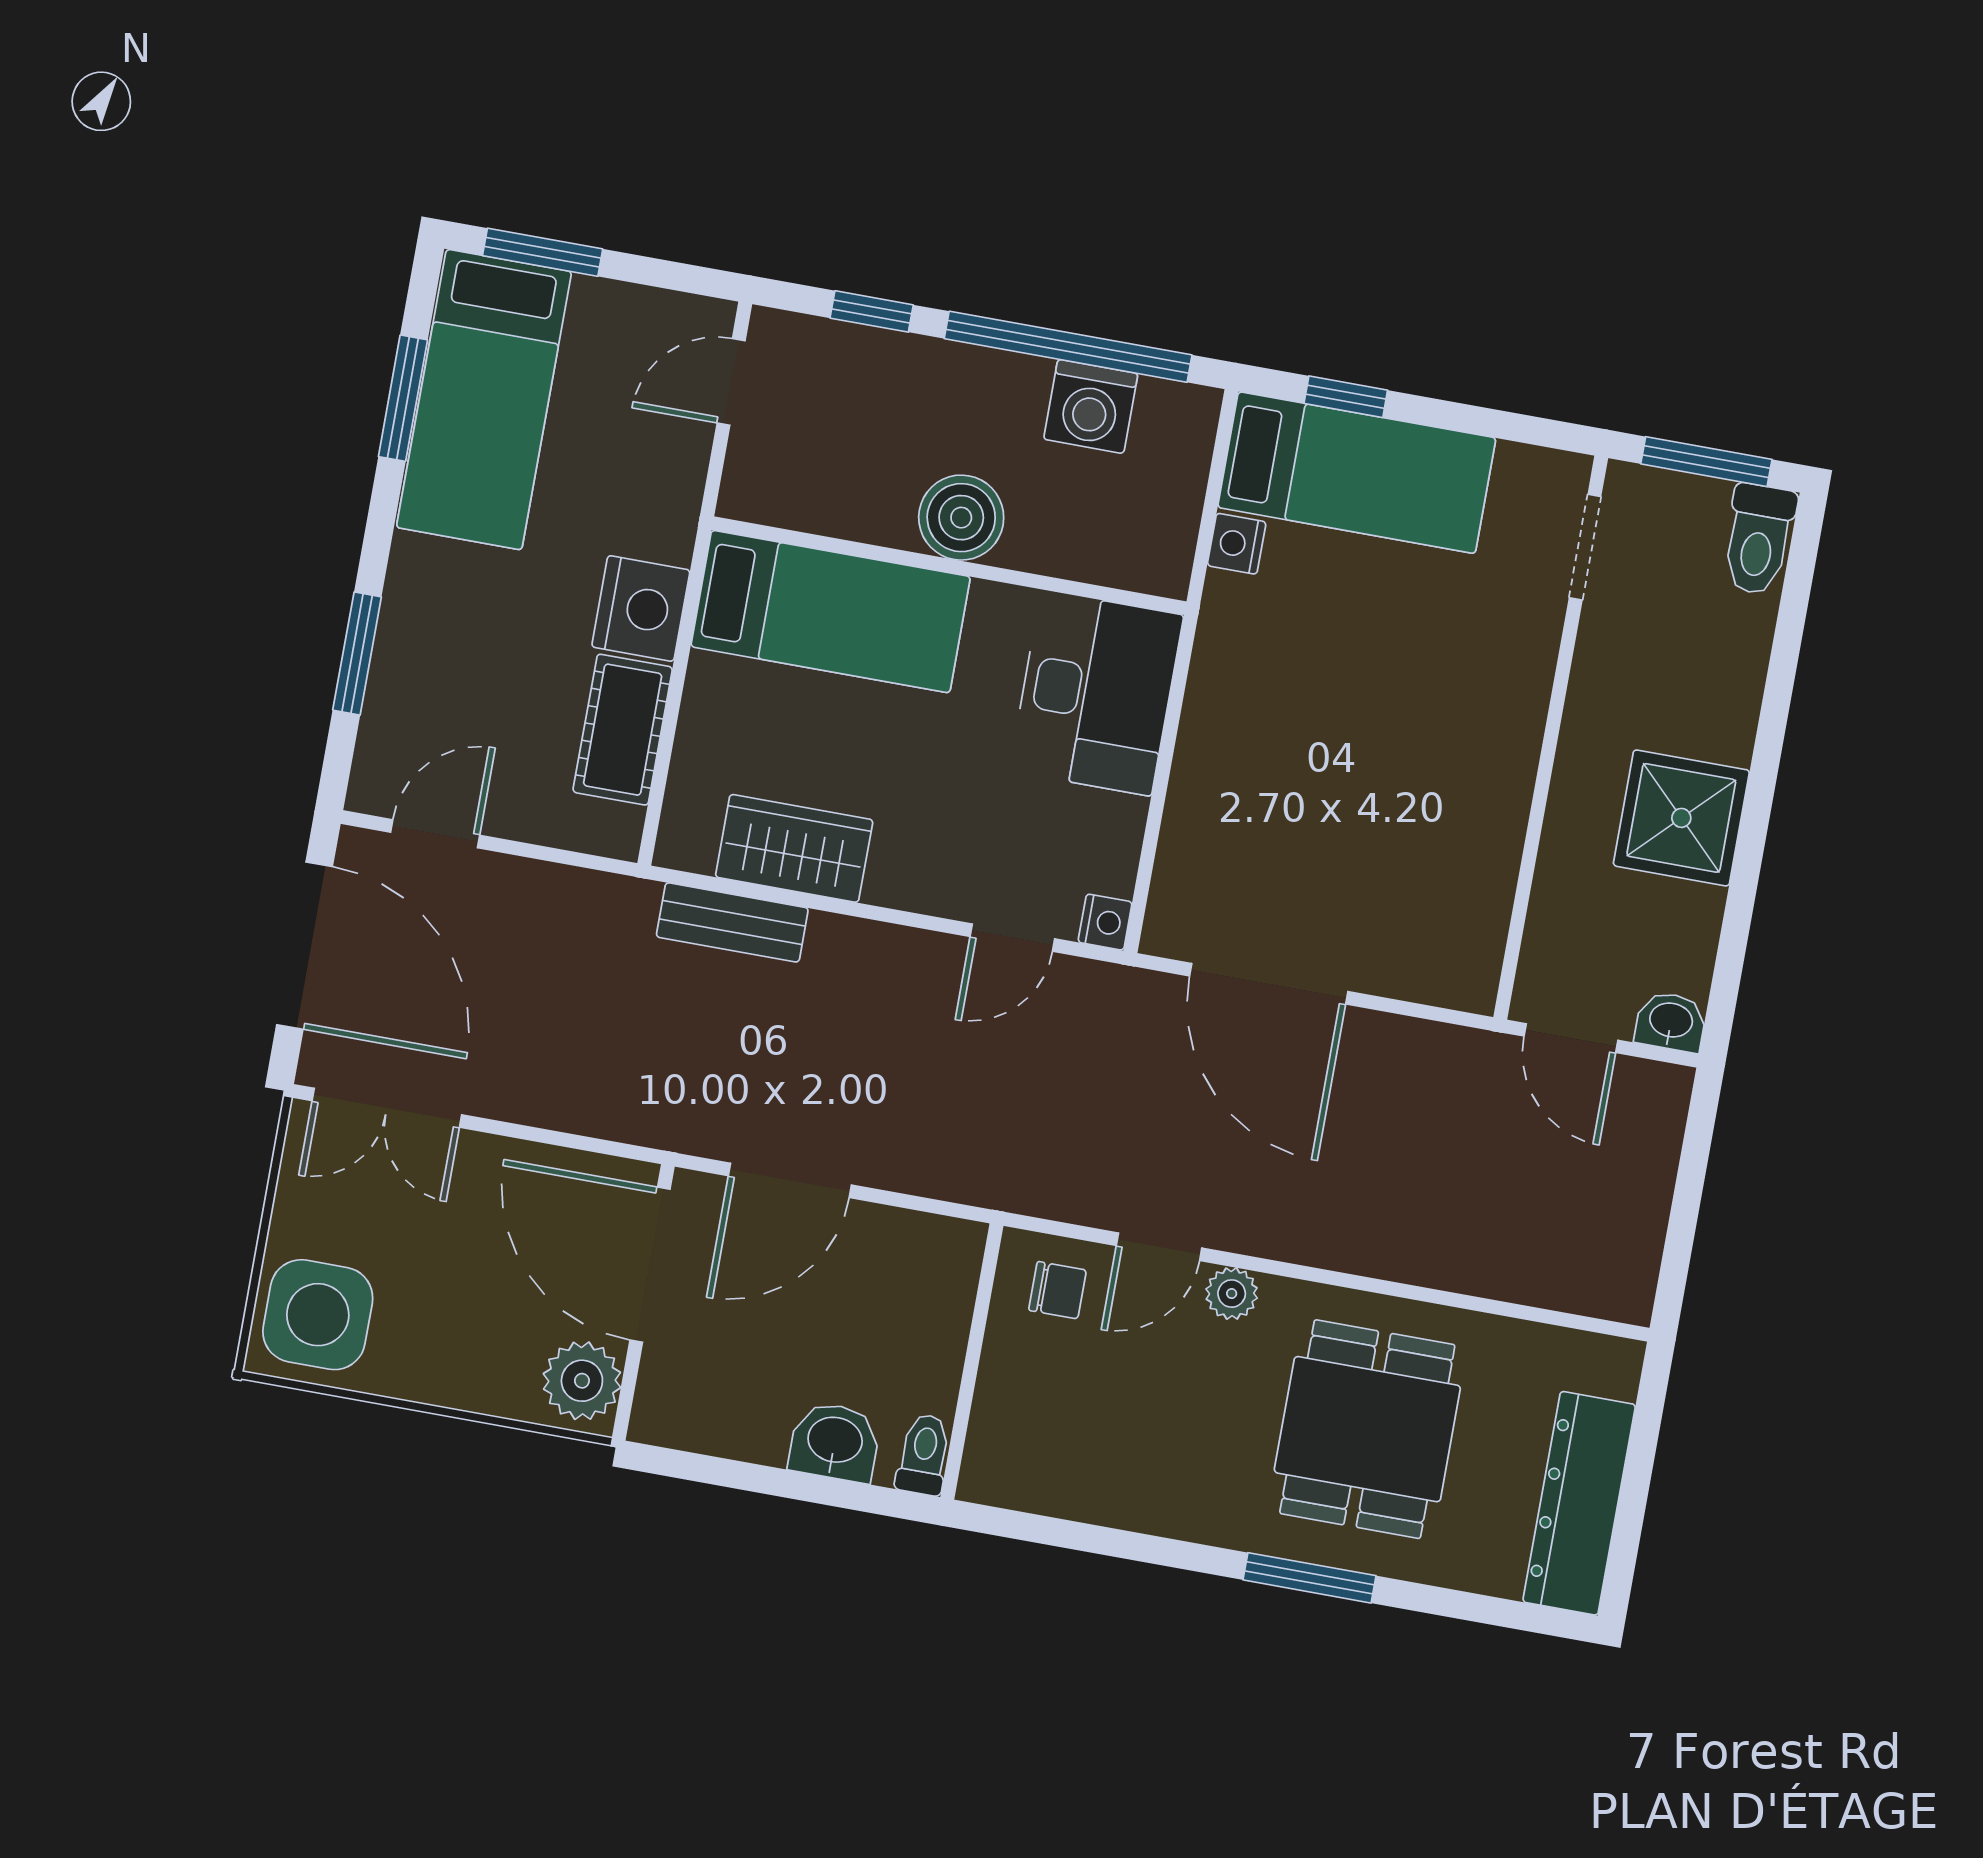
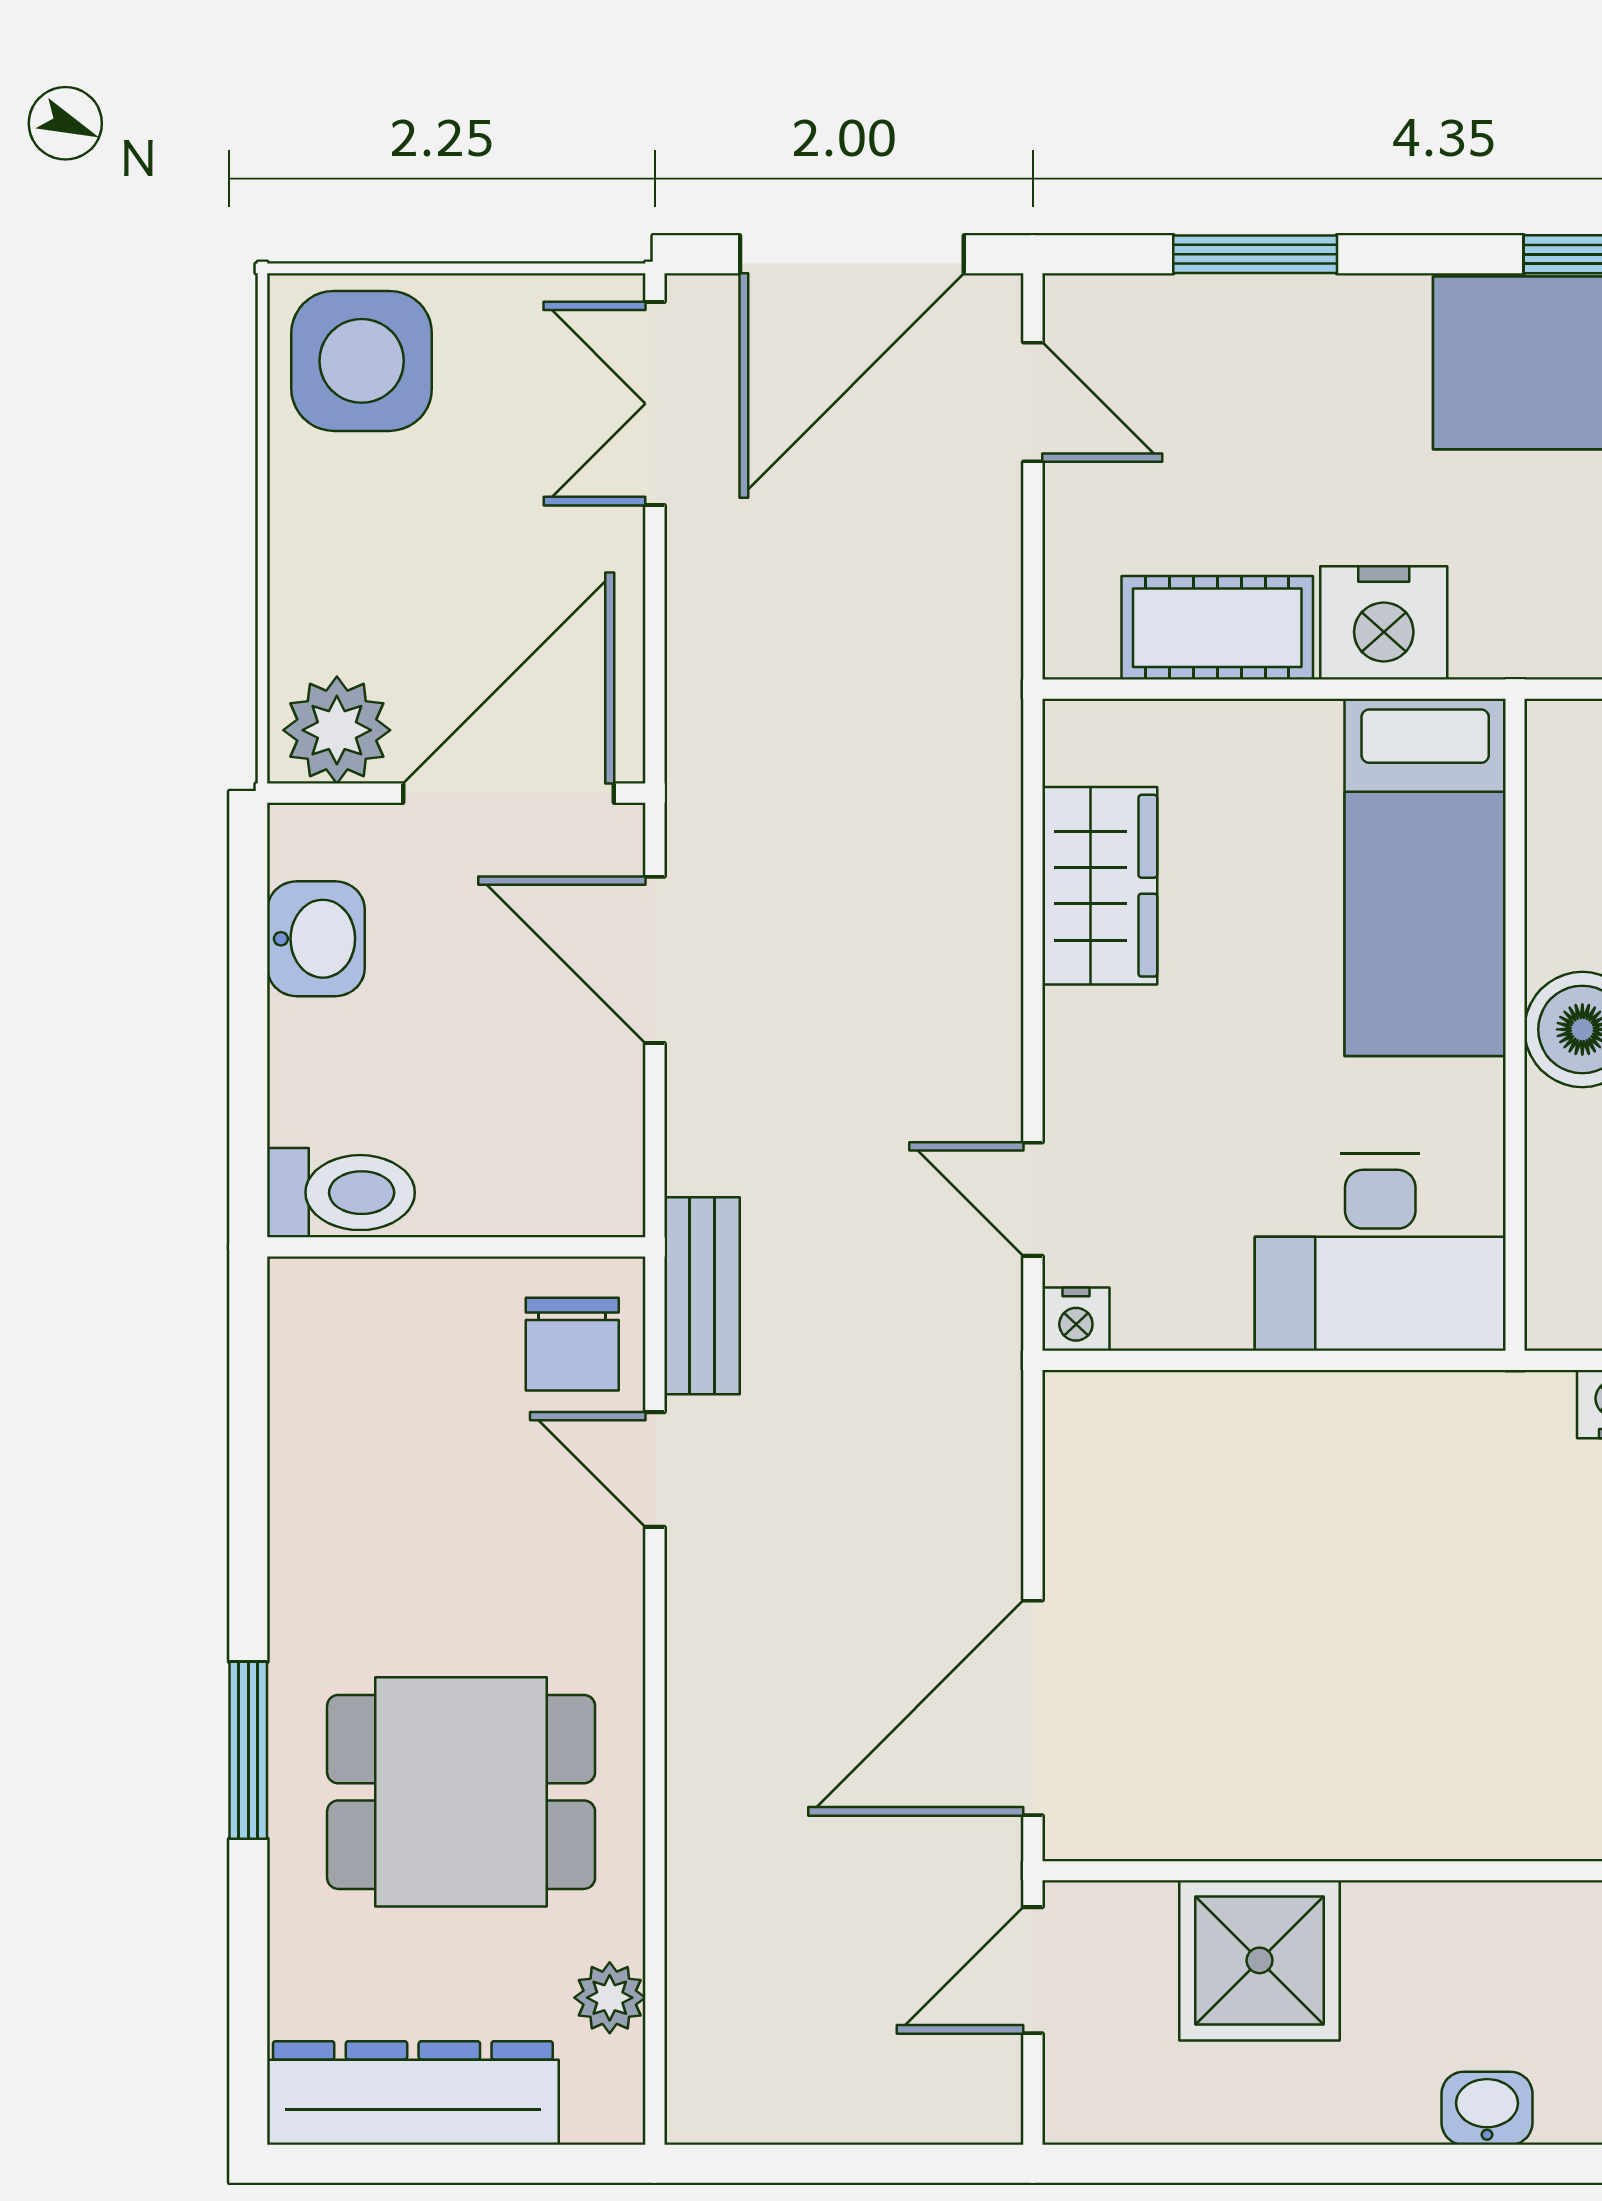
shower: (1681, 818) -> (1260, 1960), moved
bench: (732, 922) -> (702, 1296), moved
door: (1269, 984) -> (1033, 1708), moved
washbasin: (1671, 1022) -> (1487, 2108), moved, turned -90
chair: (1057, 1290) -> (572, 1344), width x1.37, depth x1.37
plant: (1232, 1294) -> (610, 1998), moved
washbasin: (835, 1442) -> (316, 939), moved
toilet: (924, 1454) -> (341, 1193), width x1.37, depth x1.39

